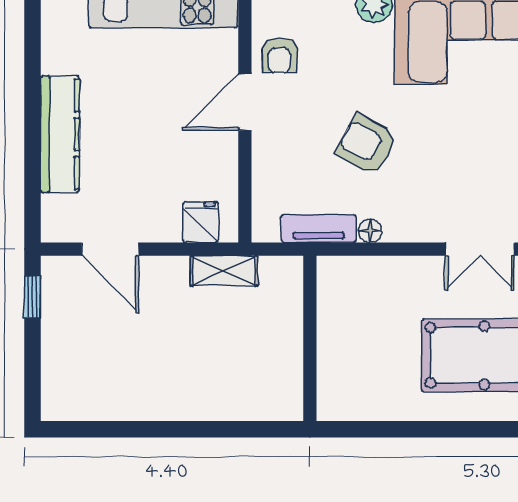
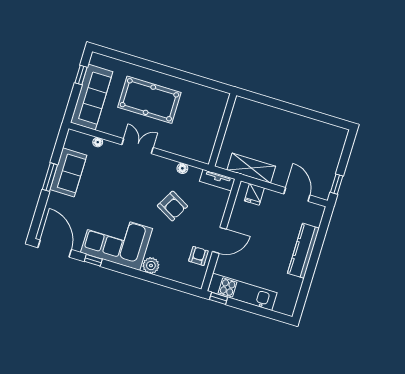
tv unit: (319, 228) -> (217, 180), moved
shelving: (224, 271) -> (251, 168), width x1.50, depth x1.33

